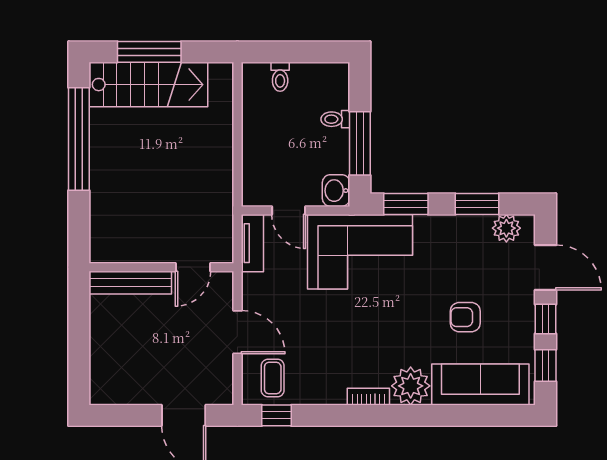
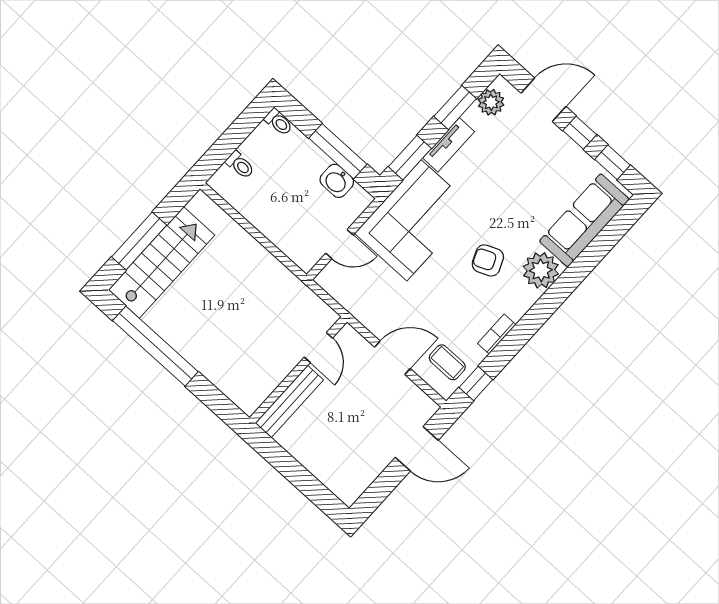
toilet: (335, 119) -> (279, 122), moved, turned -90
washbasin: (336, 191) -> (337, 181), moved
tv unit: (252, 243) -> (449, 145), moved, turned 90
armchair: (465, 317) -> (488, 260), moved, turned 67
bookcase: (368, 397) -> (497, 334), moved

